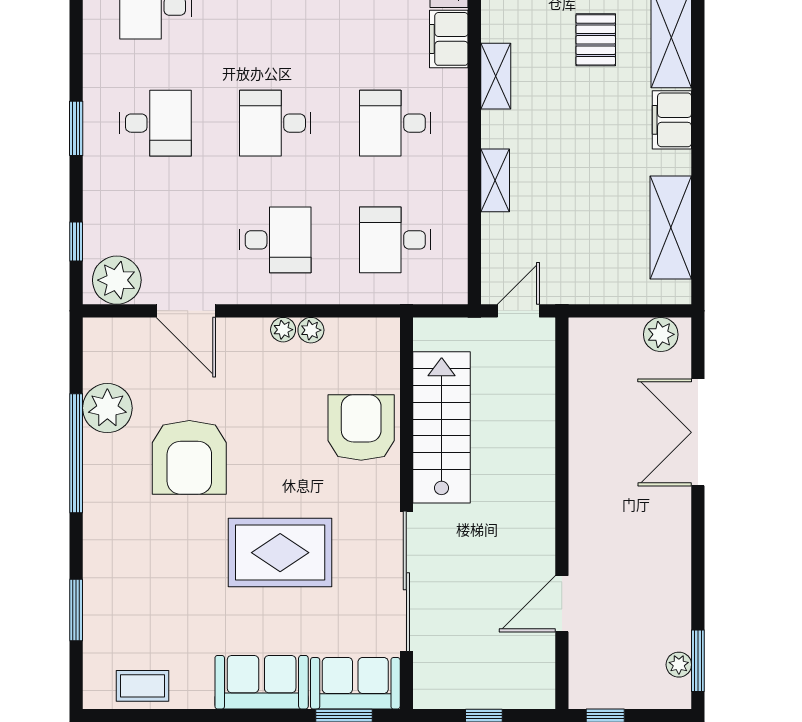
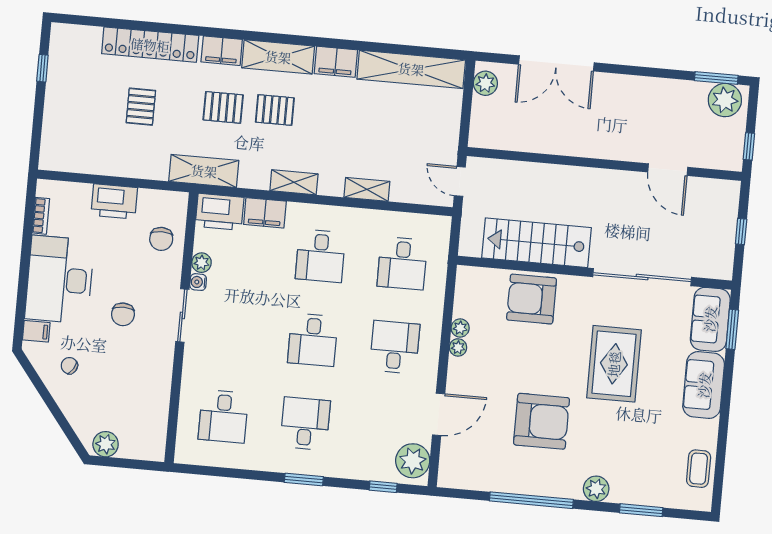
shelving: (671, 228) -> (411, 69), width x1.47
plant: (107, 408) -> (596, 489), moved, width x0.73, depth x0.73
plant: (679, 665) -> (725, 100), width x1.87, depth x1.87

